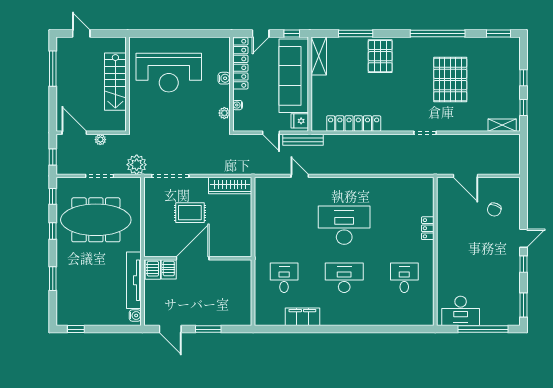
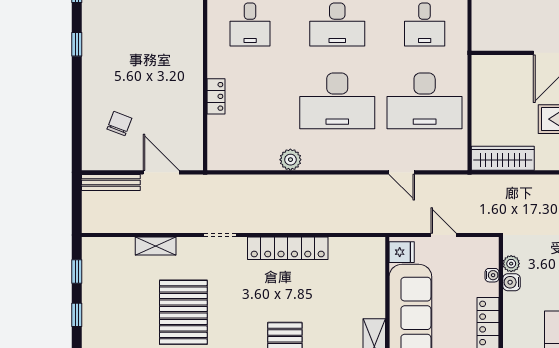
water cooler: (224, 78) -> (511, 282), moved
locker: (354, 124) -> (288, 248), moved
shelving: (502, 125) -> (156, 246), moved
bench: (303, 140) -> (111, 182), moved
plant: (376, 185) -> (290, 160), added
desk: (284, 225) -> (425, 101), added
door: (524, 238) -> (77, 82), removed

